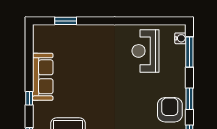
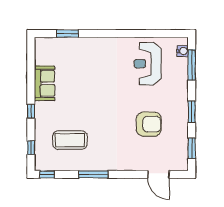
sofa: (43, 77) -> (45, 83), width x0.73
armchair: (170, 110) -> (149, 124), moved, turned 90

